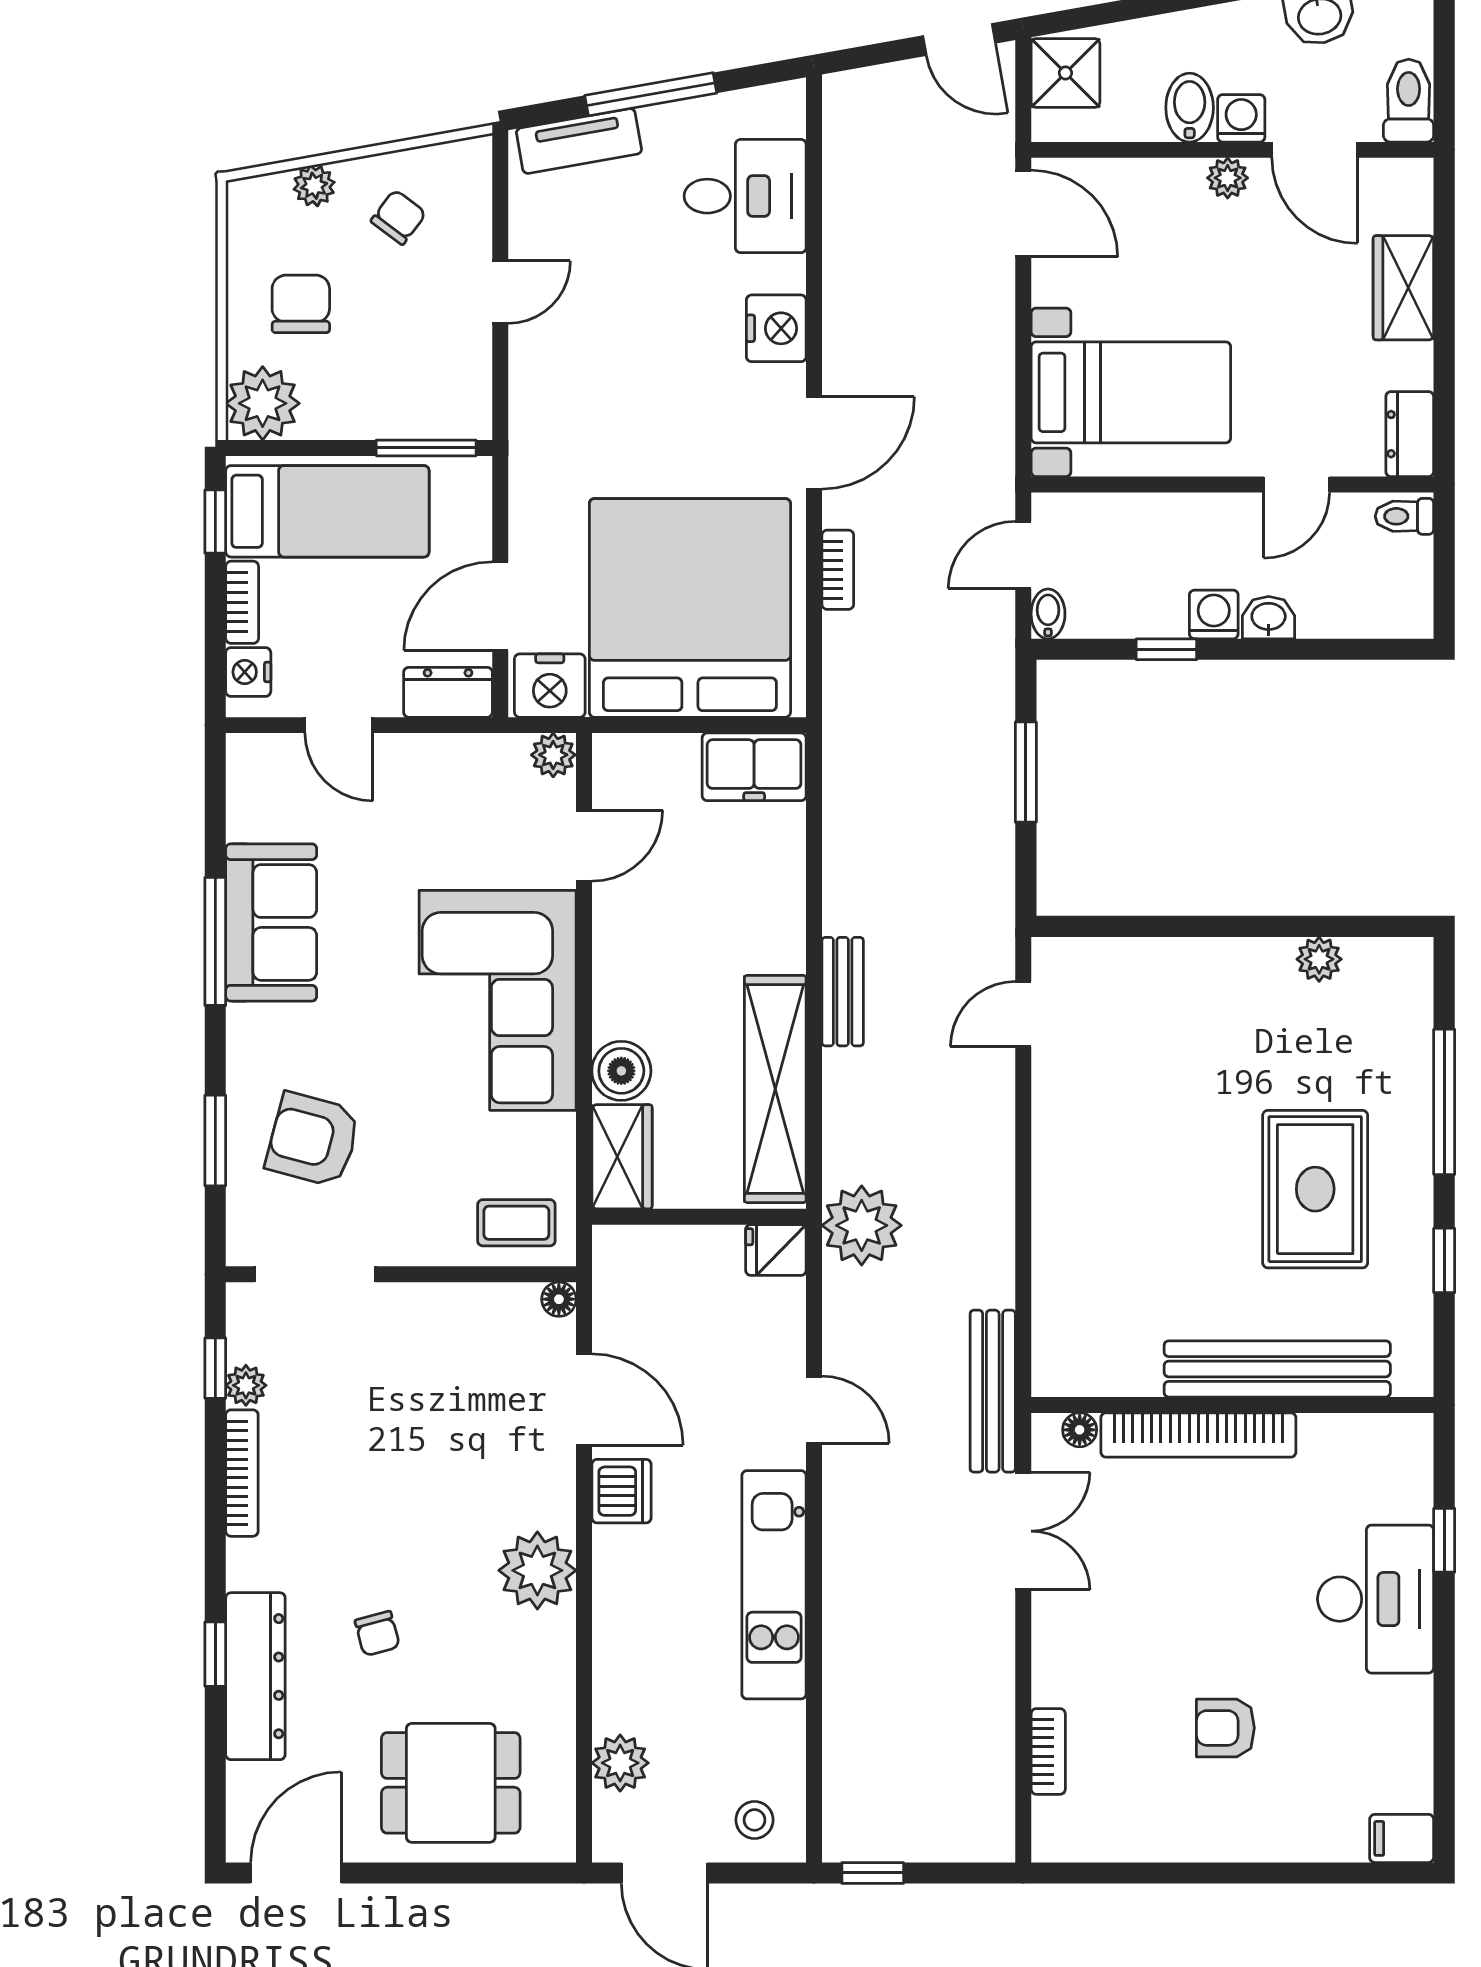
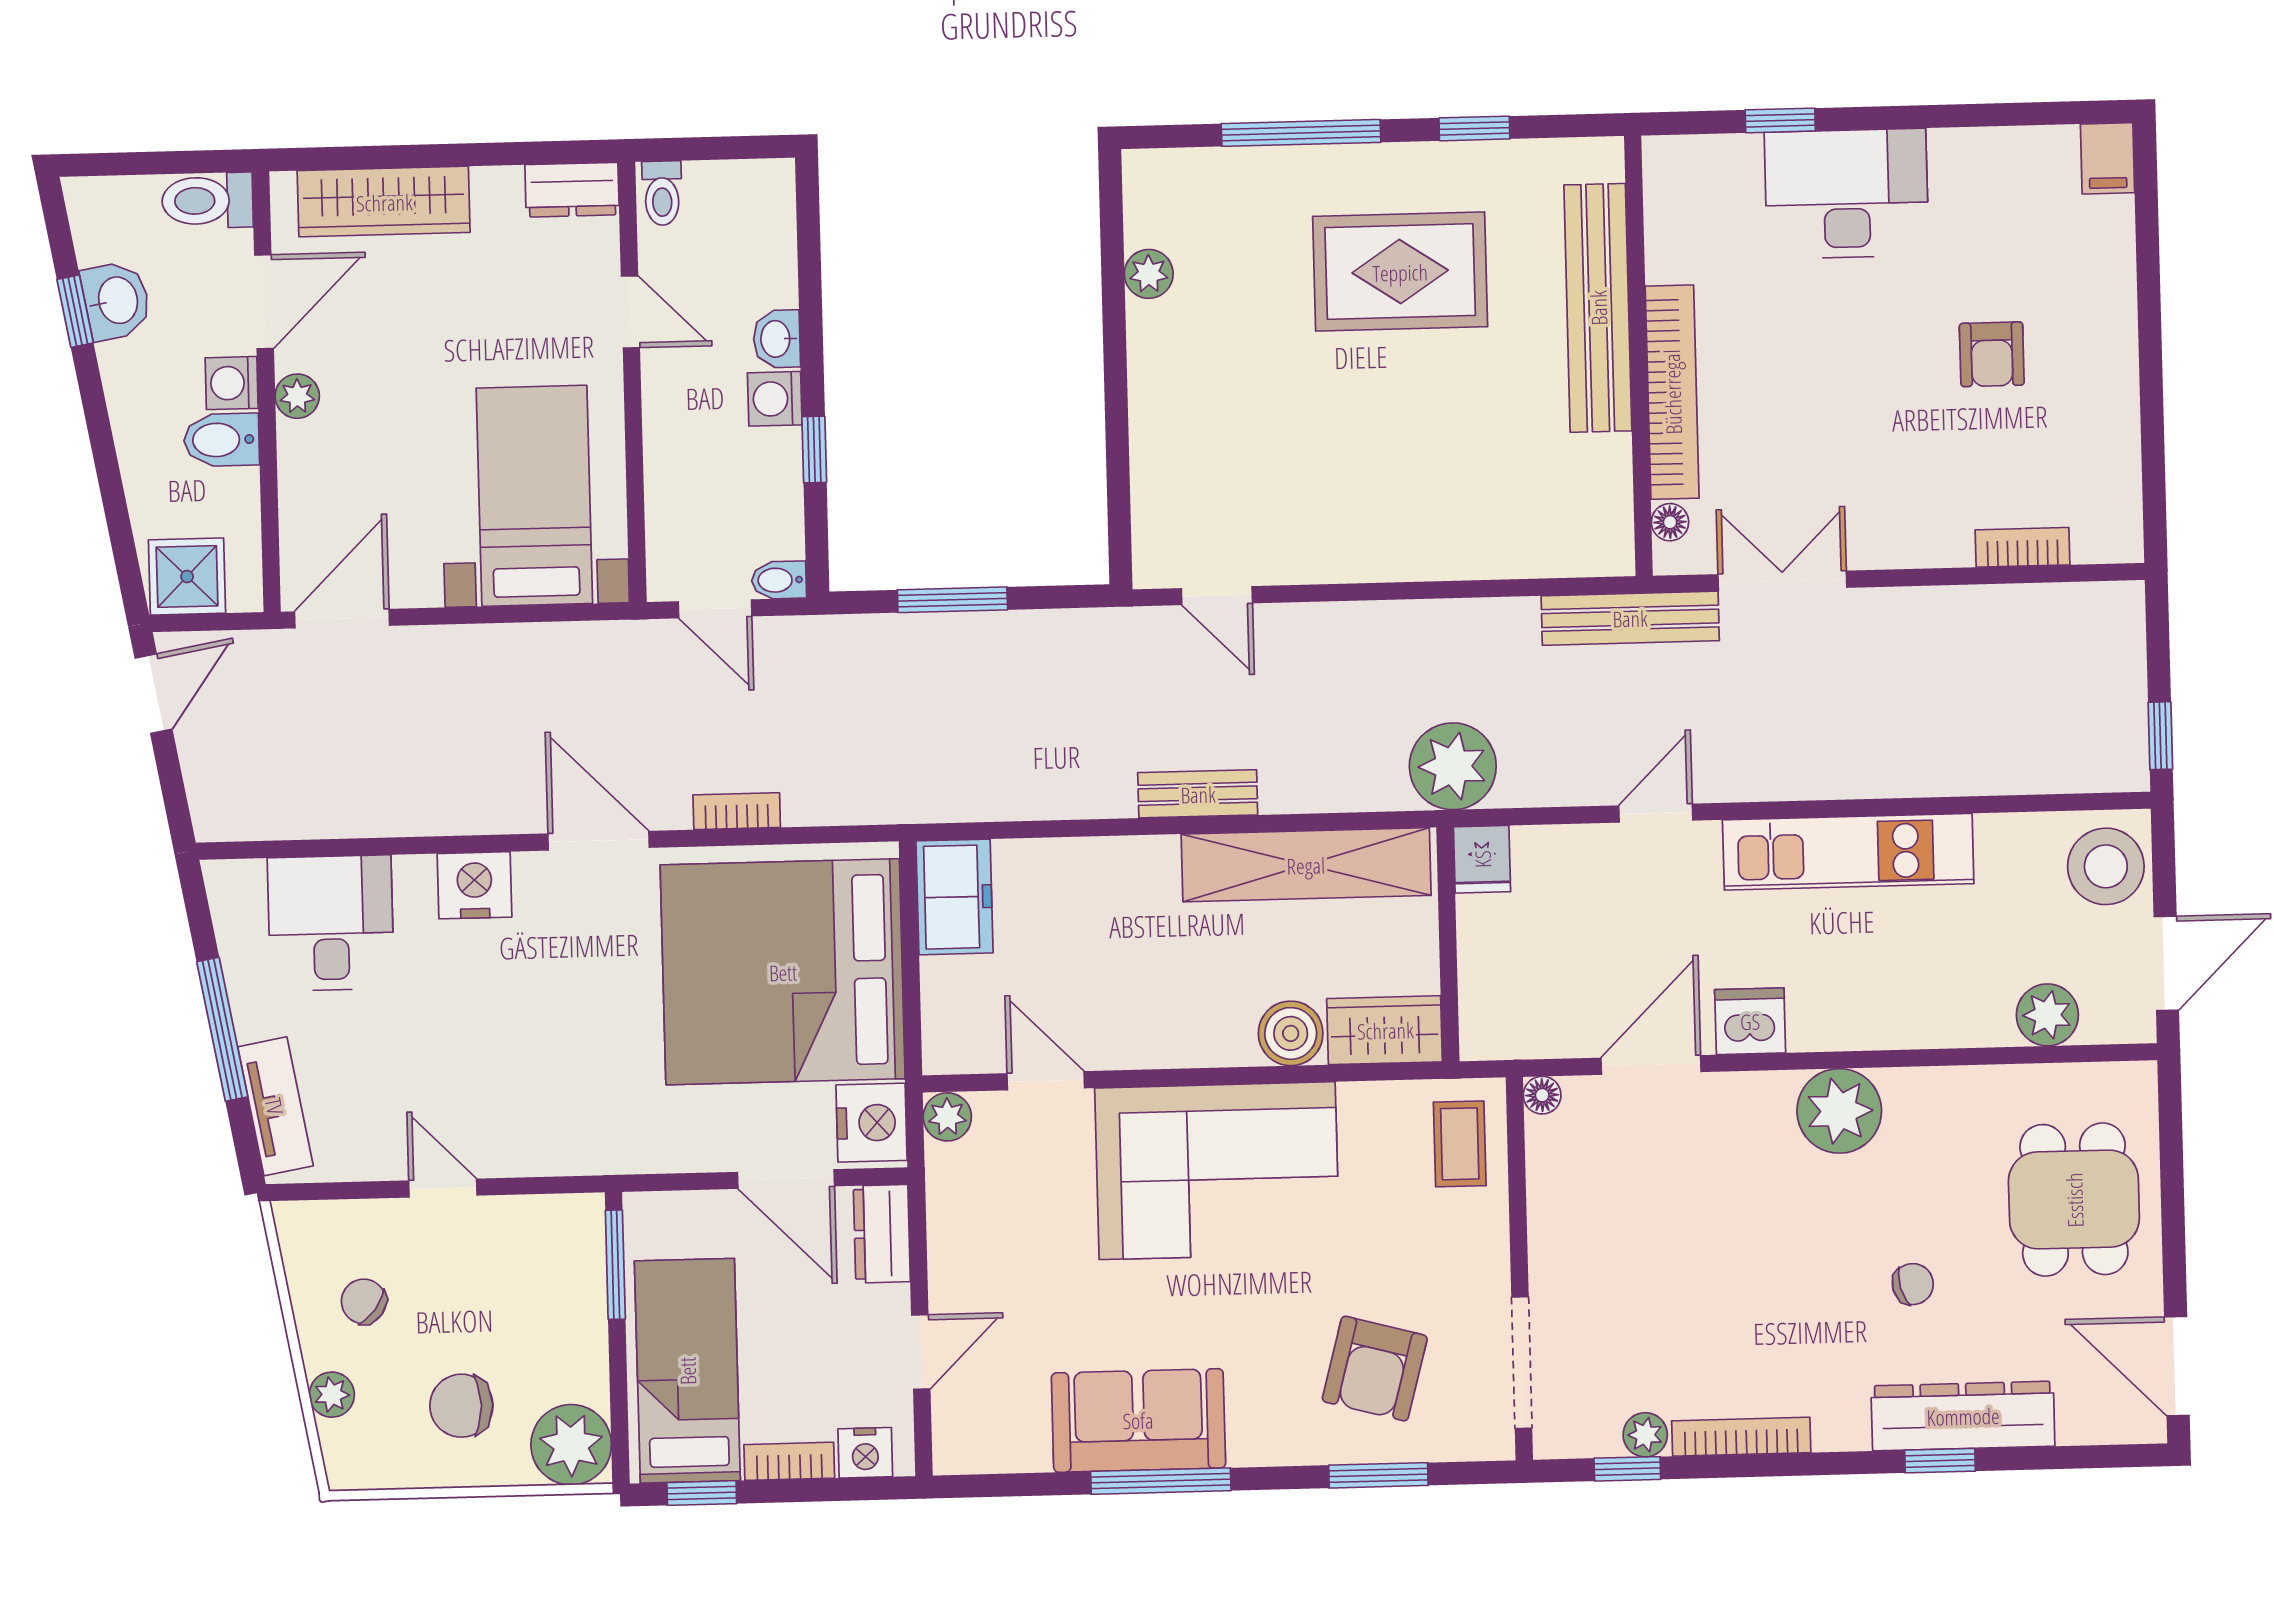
wardrobe: (1403, 288) -> (384, 202), width x1.50
stool: (755, 1820) -> (2106, 866), width x1.89, depth x1.89

